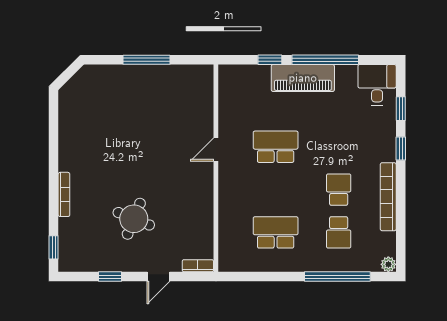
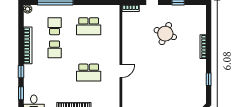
window: (54, 247) -> (209, 79), moved

